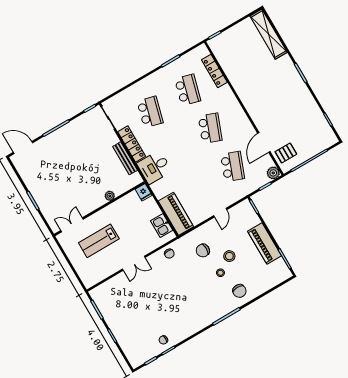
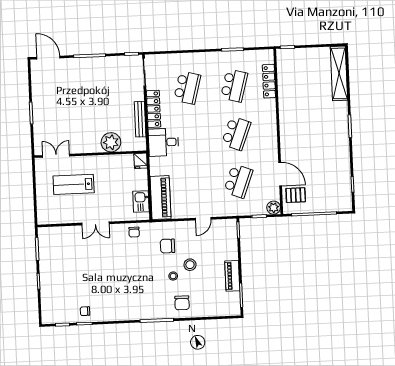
door: (264, 143) -> (280, 174), swing flipped
plant: (110, 196) -> (111, 142), width x1.87, depth x1.87
piano: (265, 243) -> (232, 276), width x0.73, depth x0.75

